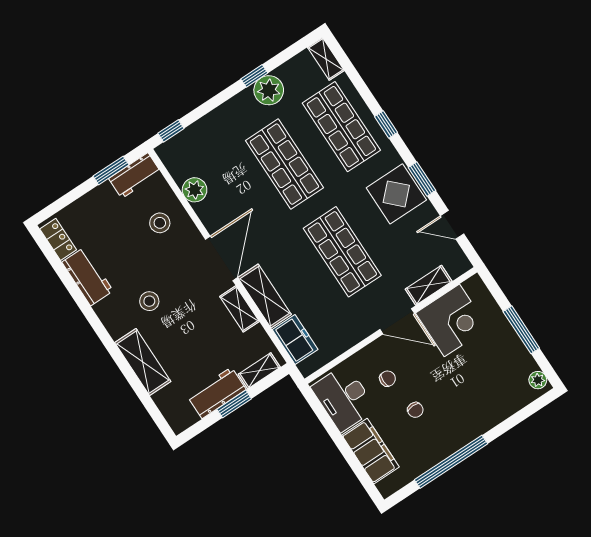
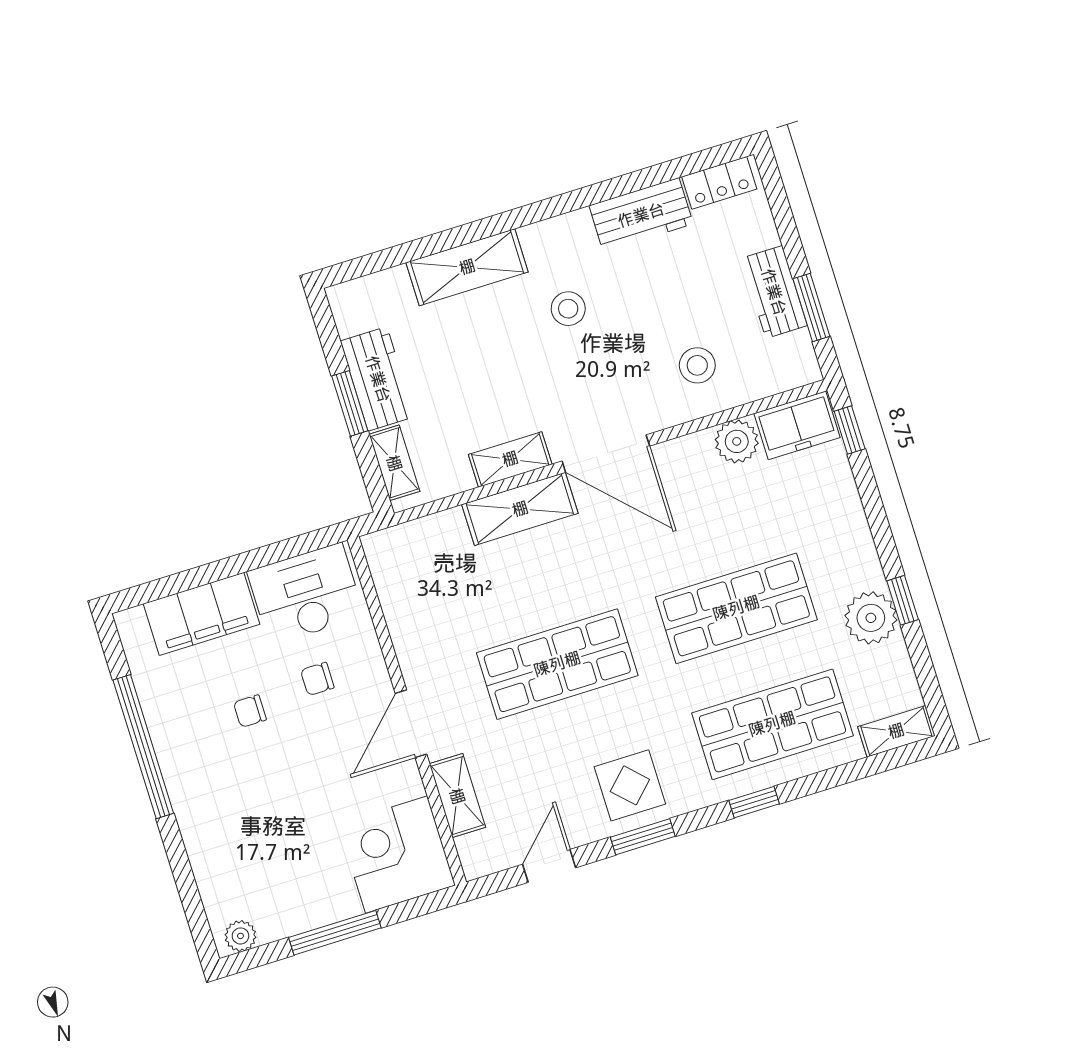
workbench: (135, 175) -> (774, 292), moved
display table: (396, 194) -> (630, 785), width x0.73, depth x0.73
corner desk: (452, 320) -> (397, 855), moved, turned 90
freezer: (295, 340) -> (797, 425), moved
chair: (388, 379) -> (317, 679), turned 90

